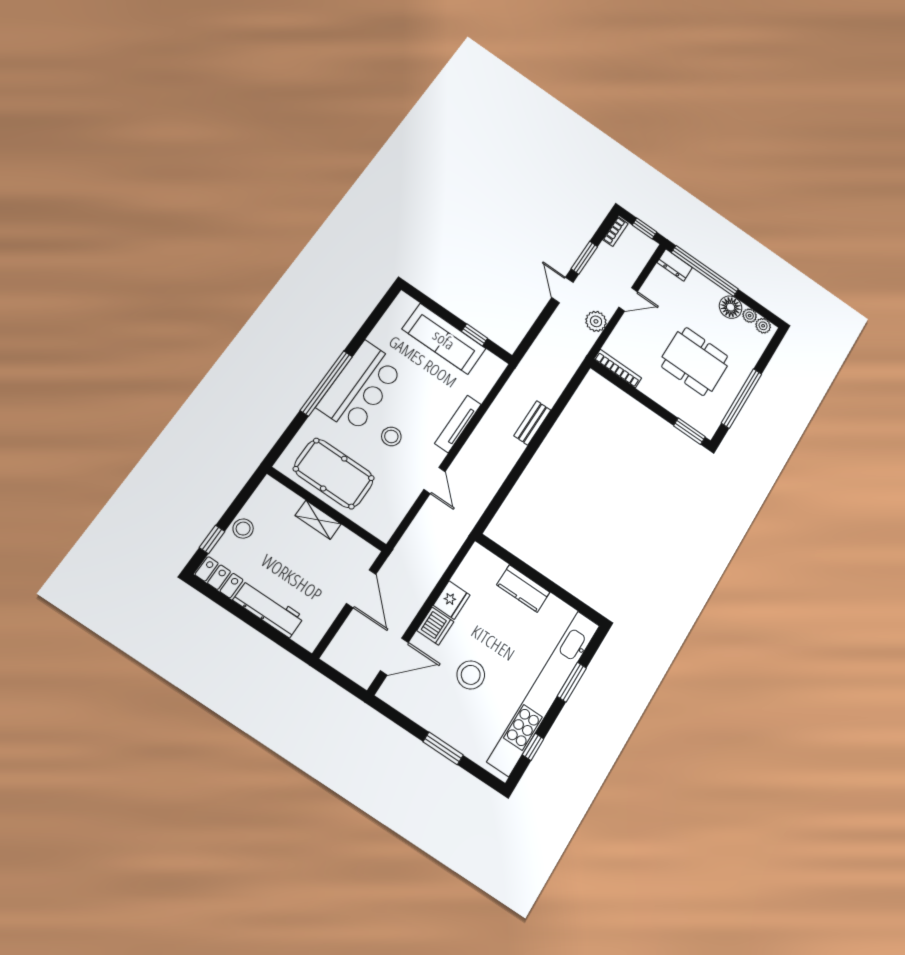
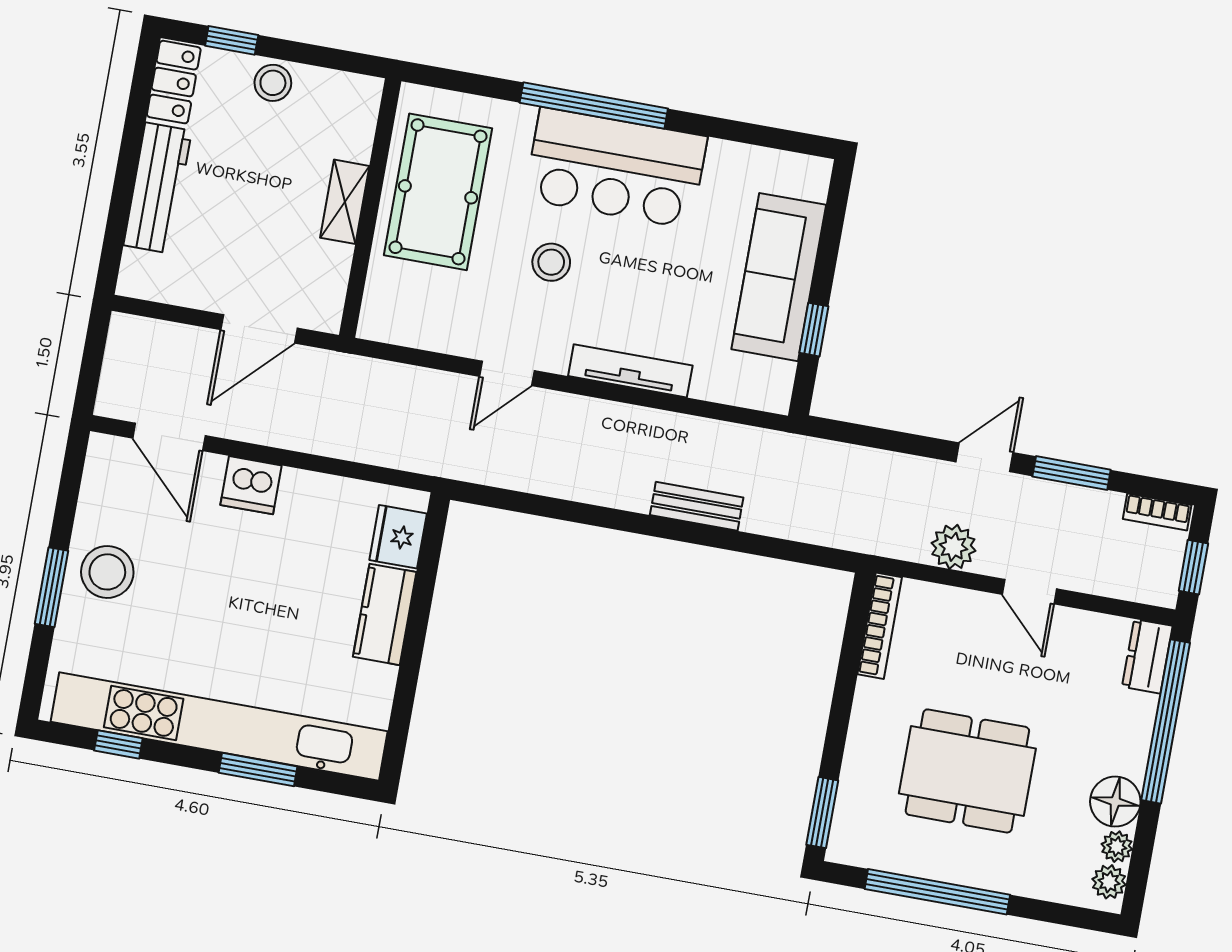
dining table: (695, 361) -> (967, 771), turned 90
fridge: (452, 600) -> (398, 537), moved, turned 90
stool: (471, 675) -> (107, 572), moved

